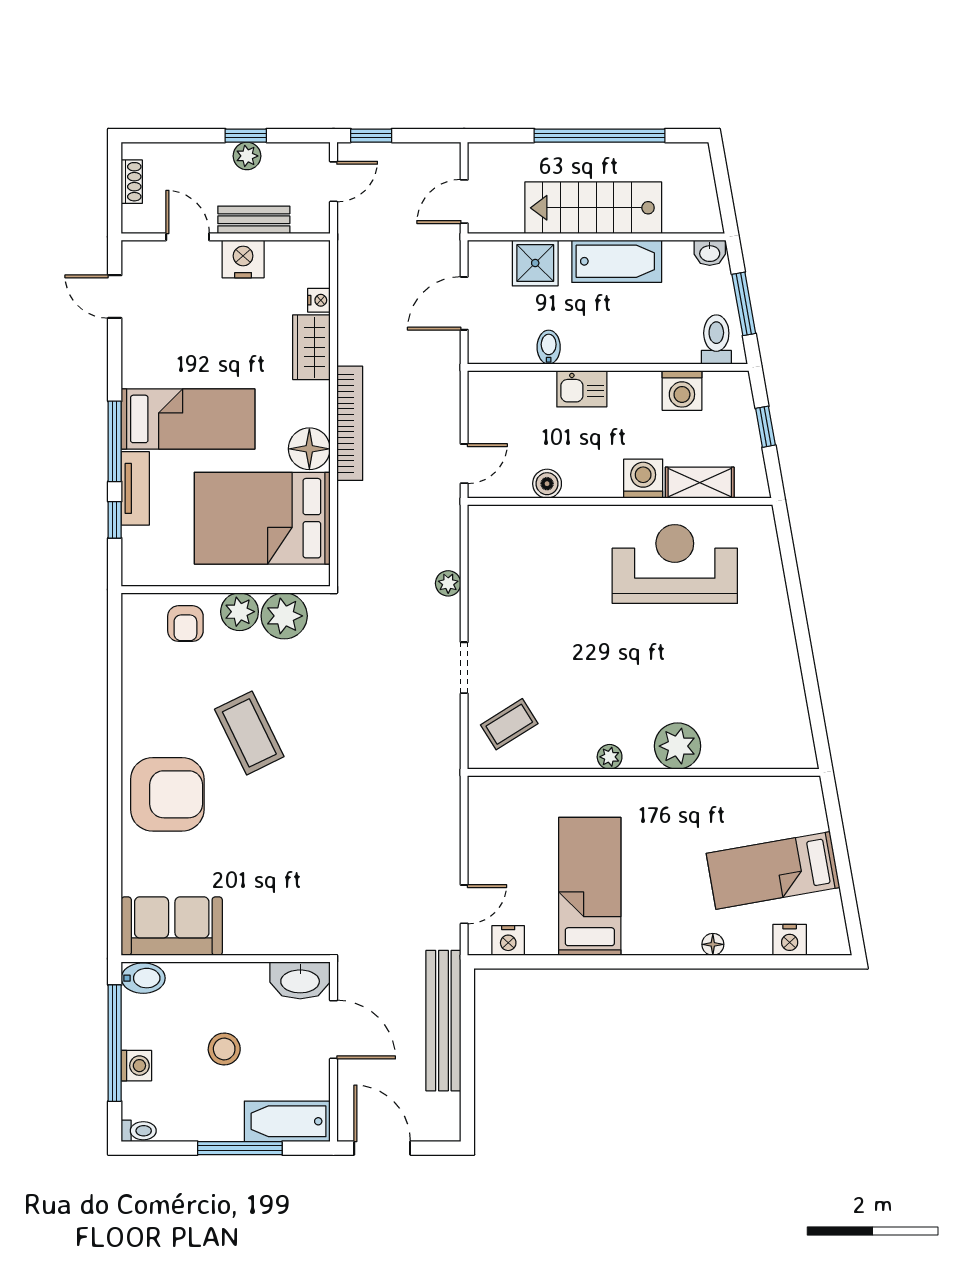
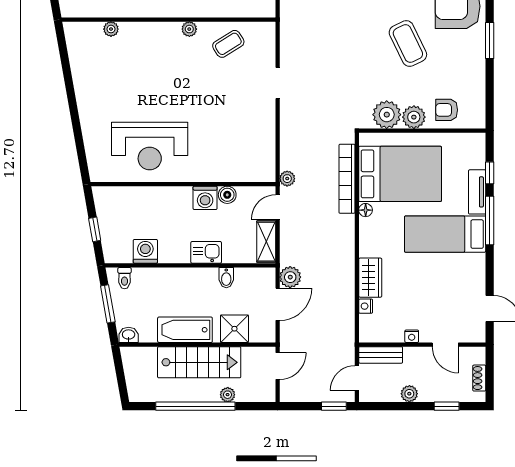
window: (246, 136) -> (447, 406), moved
plant: (547, 154) -> (228, 395), added
bench: (254, 220) -> (381, 355), moved
nightstand: (243, 259) -> (412, 336), width x0.53, depth x0.56
toilet: (716, 340) -> (125, 278), width x0.73, depth x0.72
plant: (443, 348) -> (290, 277), added
bookcase: (350, 423) -> (347, 179), moved
floor lamp: (309, 449) -> (366, 210), width x0.53, depth x0.53
washing machine: (643, 479) -> (205, 198), moved
shelving: (700, 483) -> (266, 242), moved, turned 90
plant: (448, 583) -> (287, 179), moved
armchair: (185, 624) -> (447, 110), turned -90
coffee table: (509, 724) -> (228, 44), moved
window: (115, 738) -> (490, 40), added
plant: (678, 746) -> (111, 29), moved, width x0.53, depth x0.53

